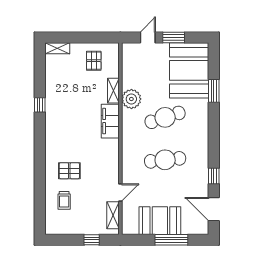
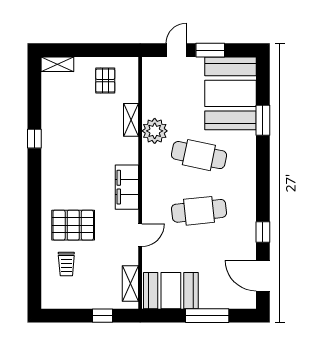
cafe table: (165, 117) -> (199, 155), turned 30
filing cabinet: (110, 121) -> (127, 187), moved
pallet: (69, 171) -> (73, 225), width x1.50, depth x1.42
door: (120, 192) -> (140, 235), moved
booth: (160, 221) -> (171, 291), moved

